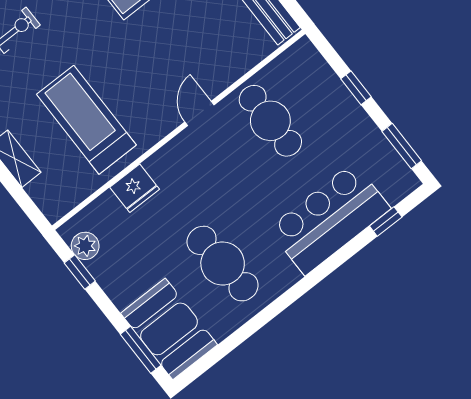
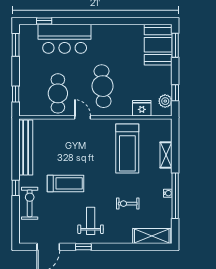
window: (356, 88) -> (16, 94), moved
door: (199, 113) -> (83, 117), swing flipped
fridge: (135, 188) -> (142, 108), moved
cafe table: (223, 264) -> (103, 86), moved

